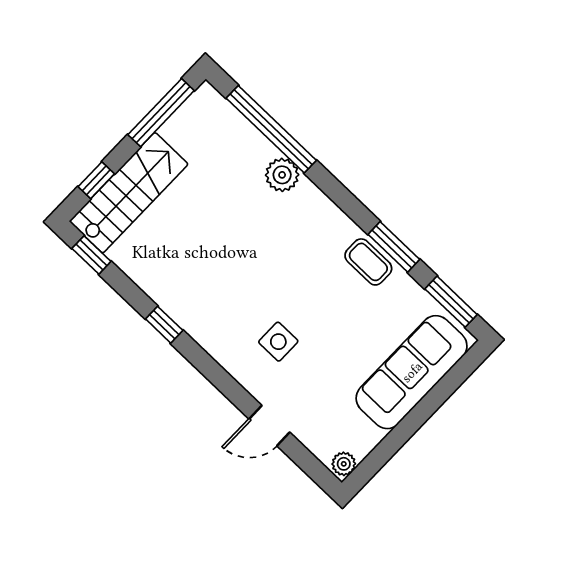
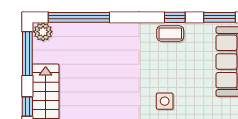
plant: (282, 175) -> (43, 32), moved
window: (394, 247) -> (175, 17), width x0.67

